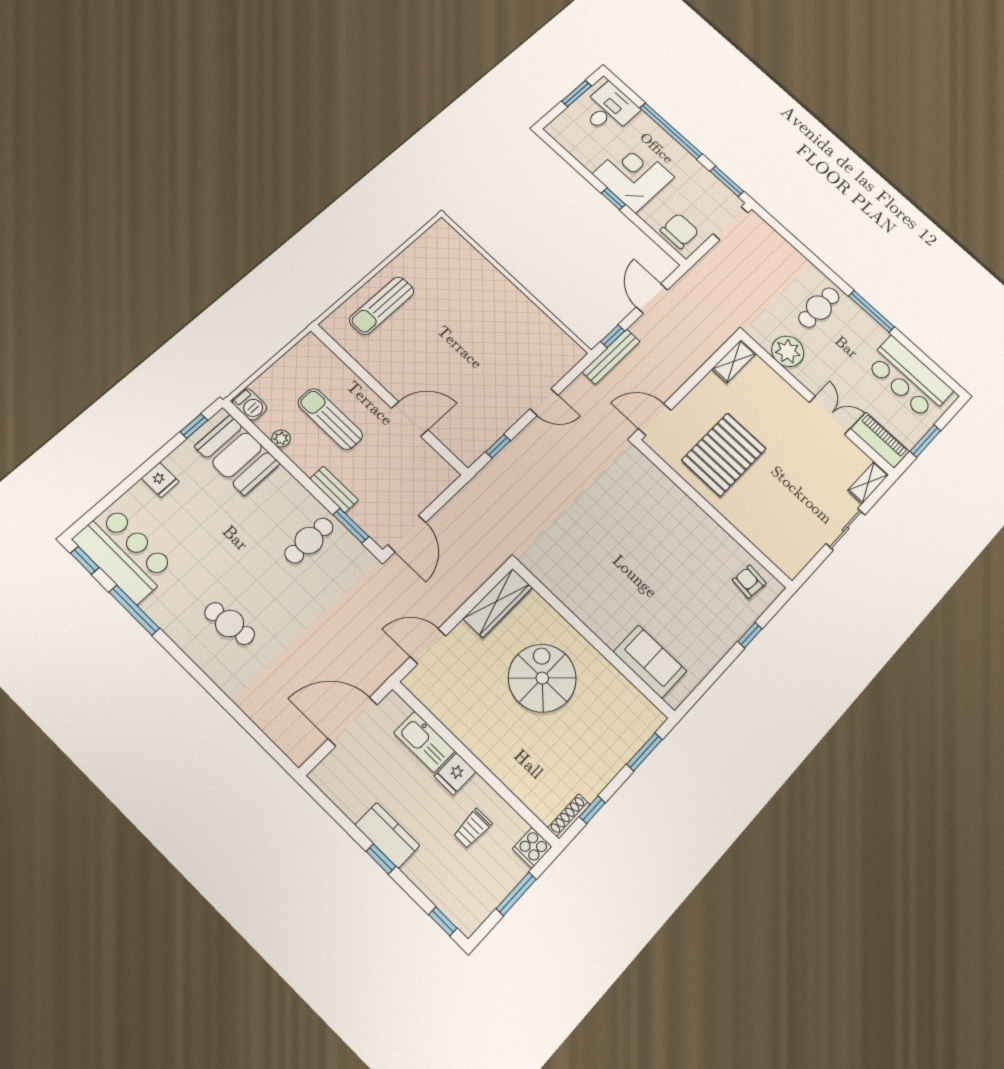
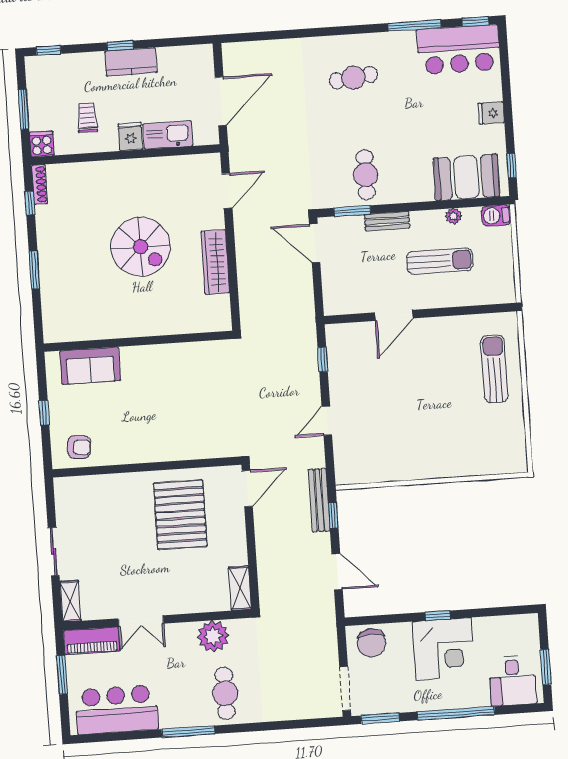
wall: (593, 639) -> (138, 341), moved
sofa: (650, 662) -> (90, 366), moved

